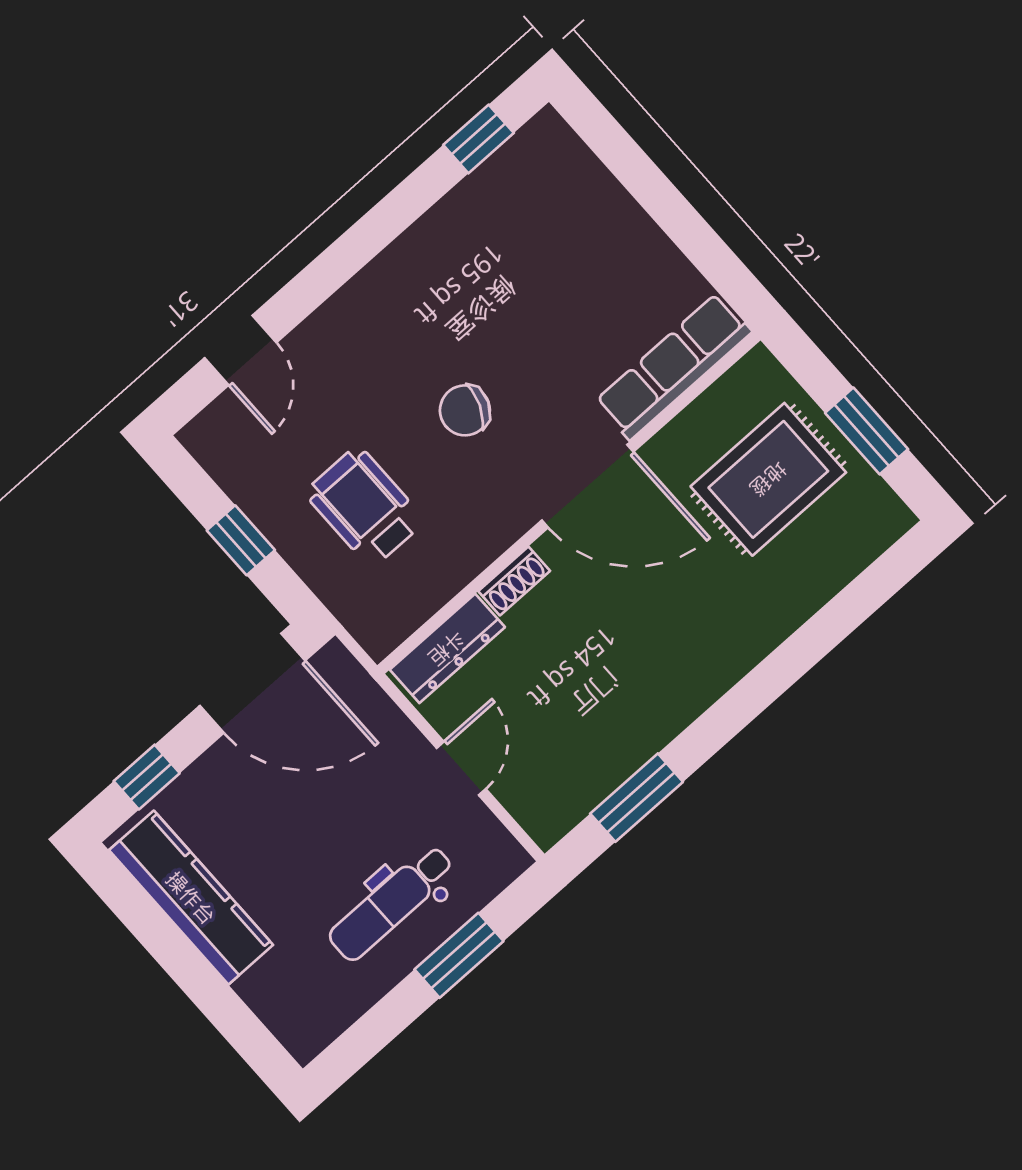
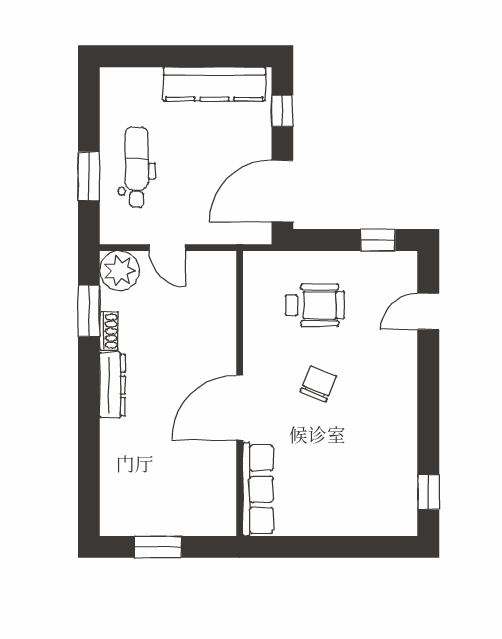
door: (240, 350) -> (428, 311), hinge flipped
rug: (768, 479) -> (174, 487), removed
window: (241, 540) -> (378, 240), moved
shoe rack: (514, 581) -> (109, 331), moved, turned 180
dresser: (447, 648) -> (112, 385), moved, turned 180
plant: (548, 804) -> (120, 271), added

